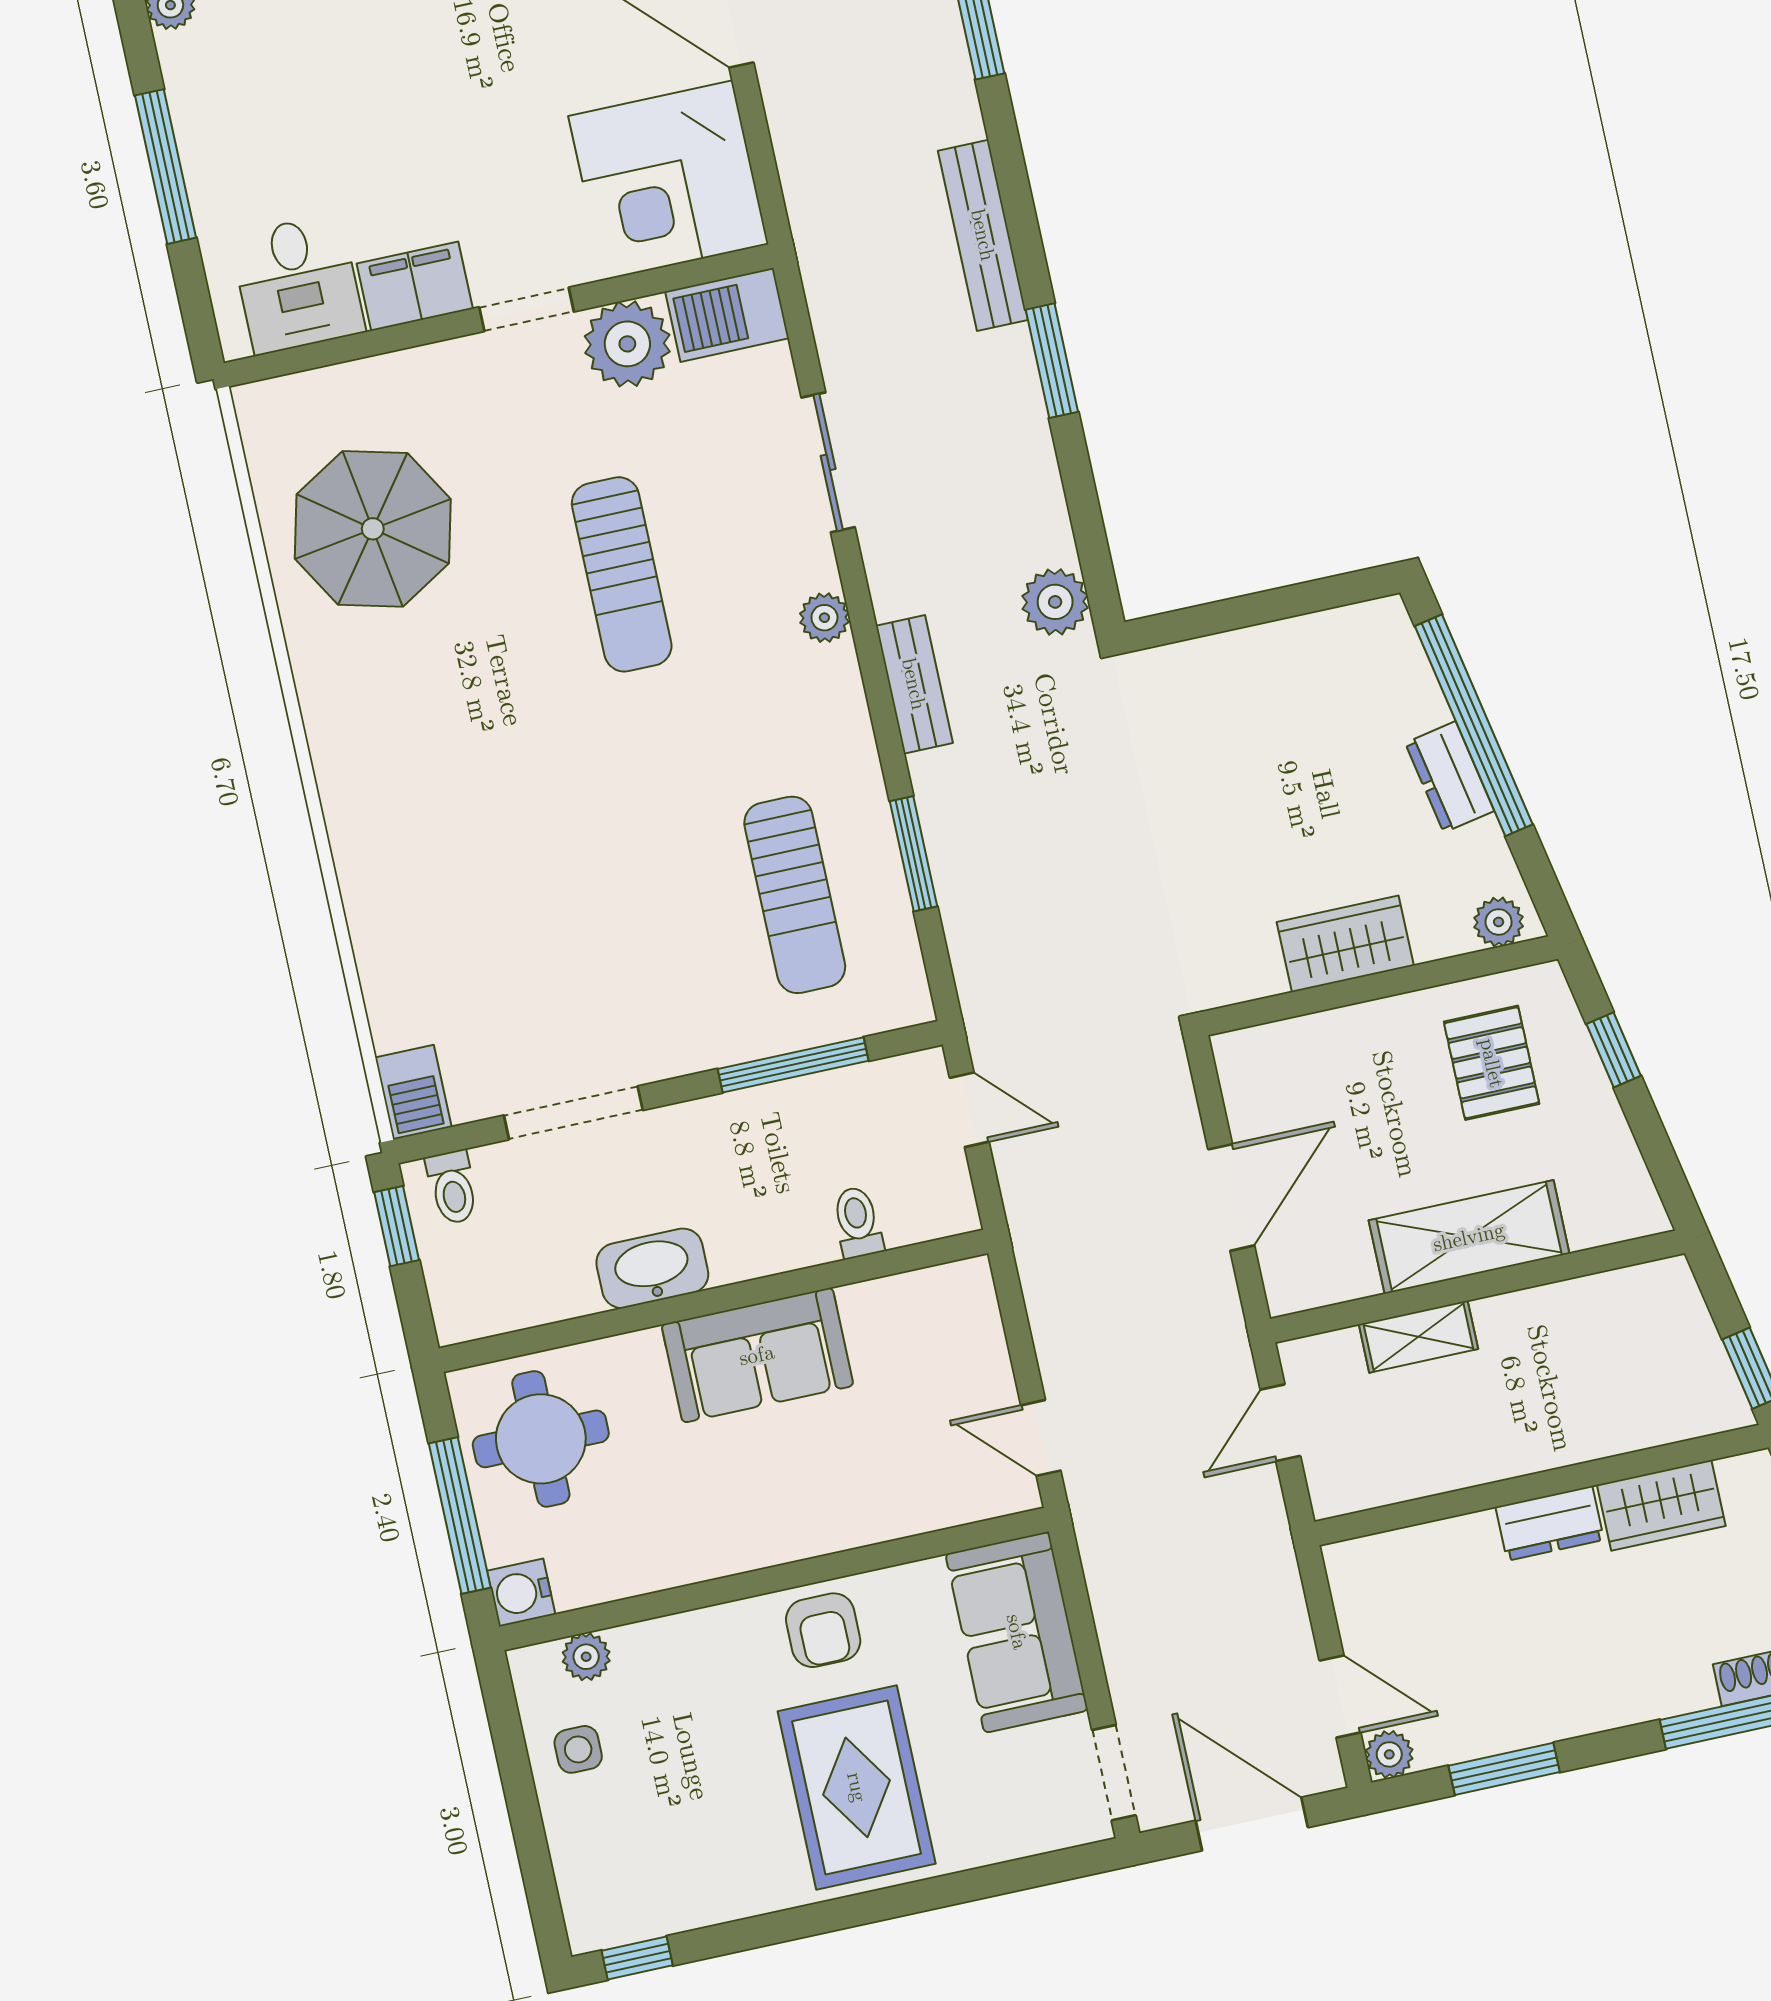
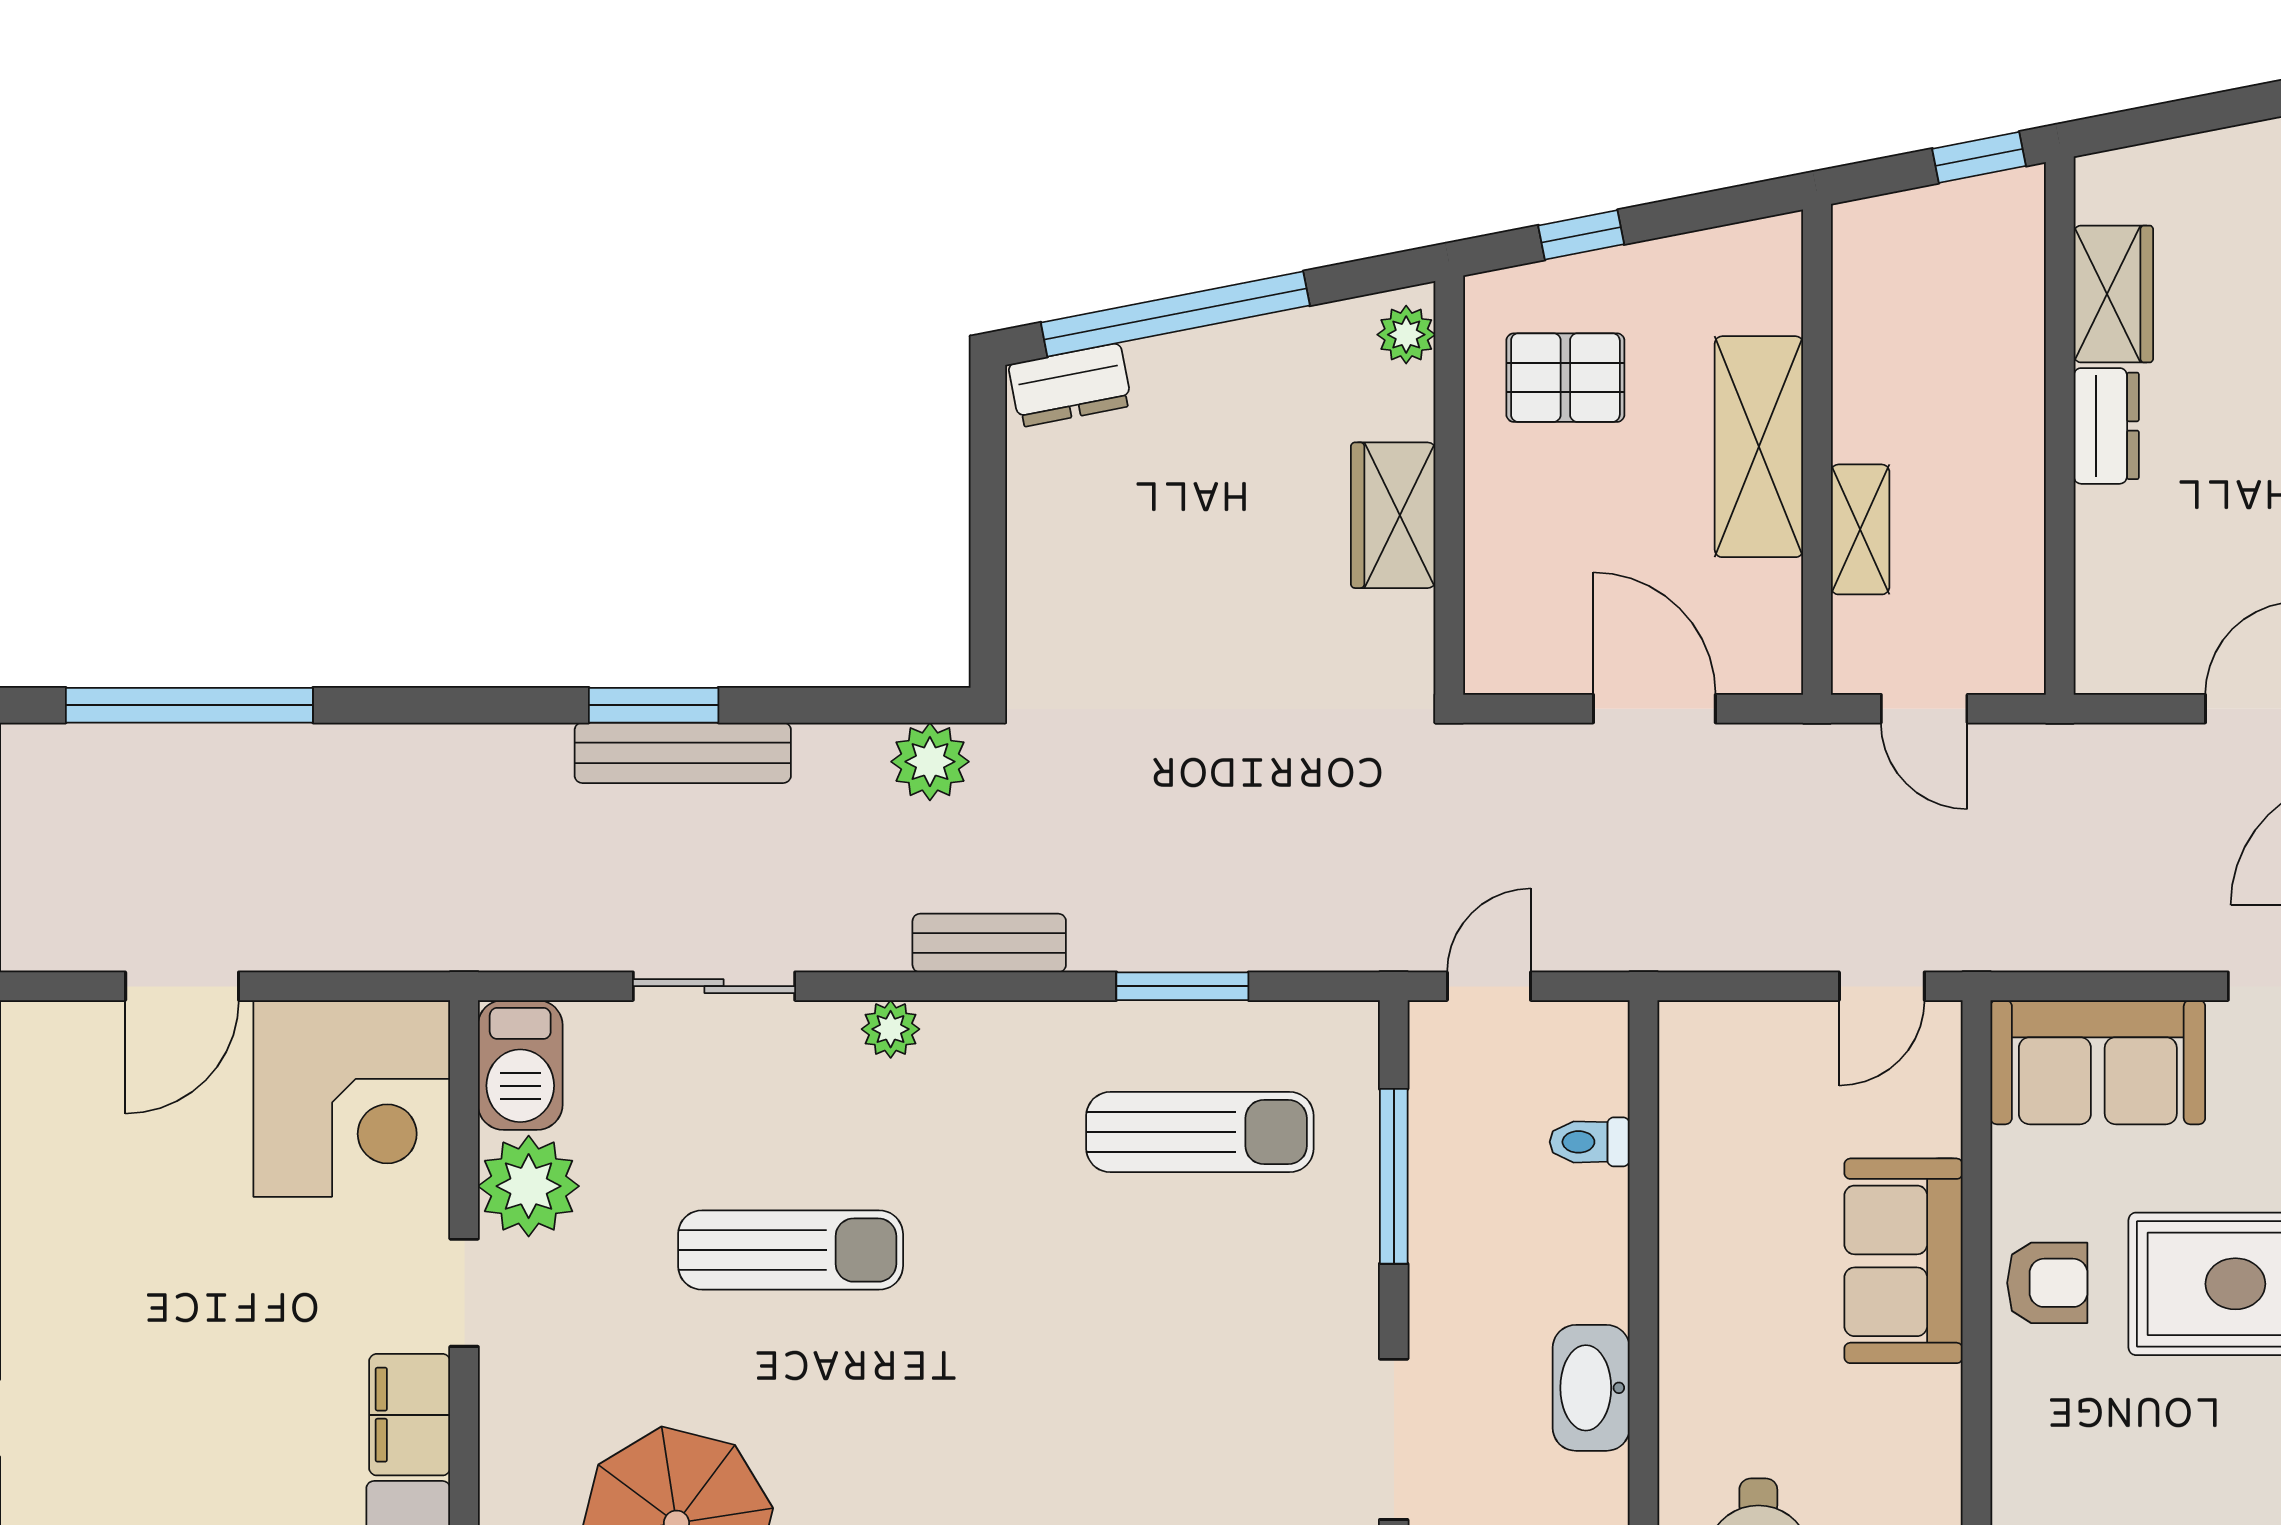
bench: (983, 235) -> (683, 753), moved
dresser: (1450, 777) -> (1070, 385), moved
sofa: (757, 1355) -> (1903, 1261), moved, turned 180

